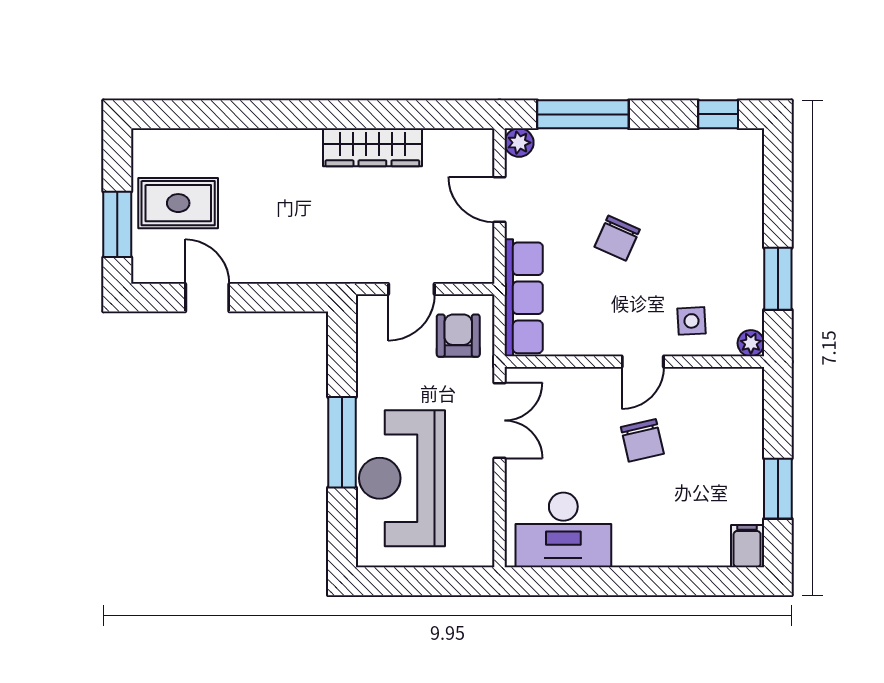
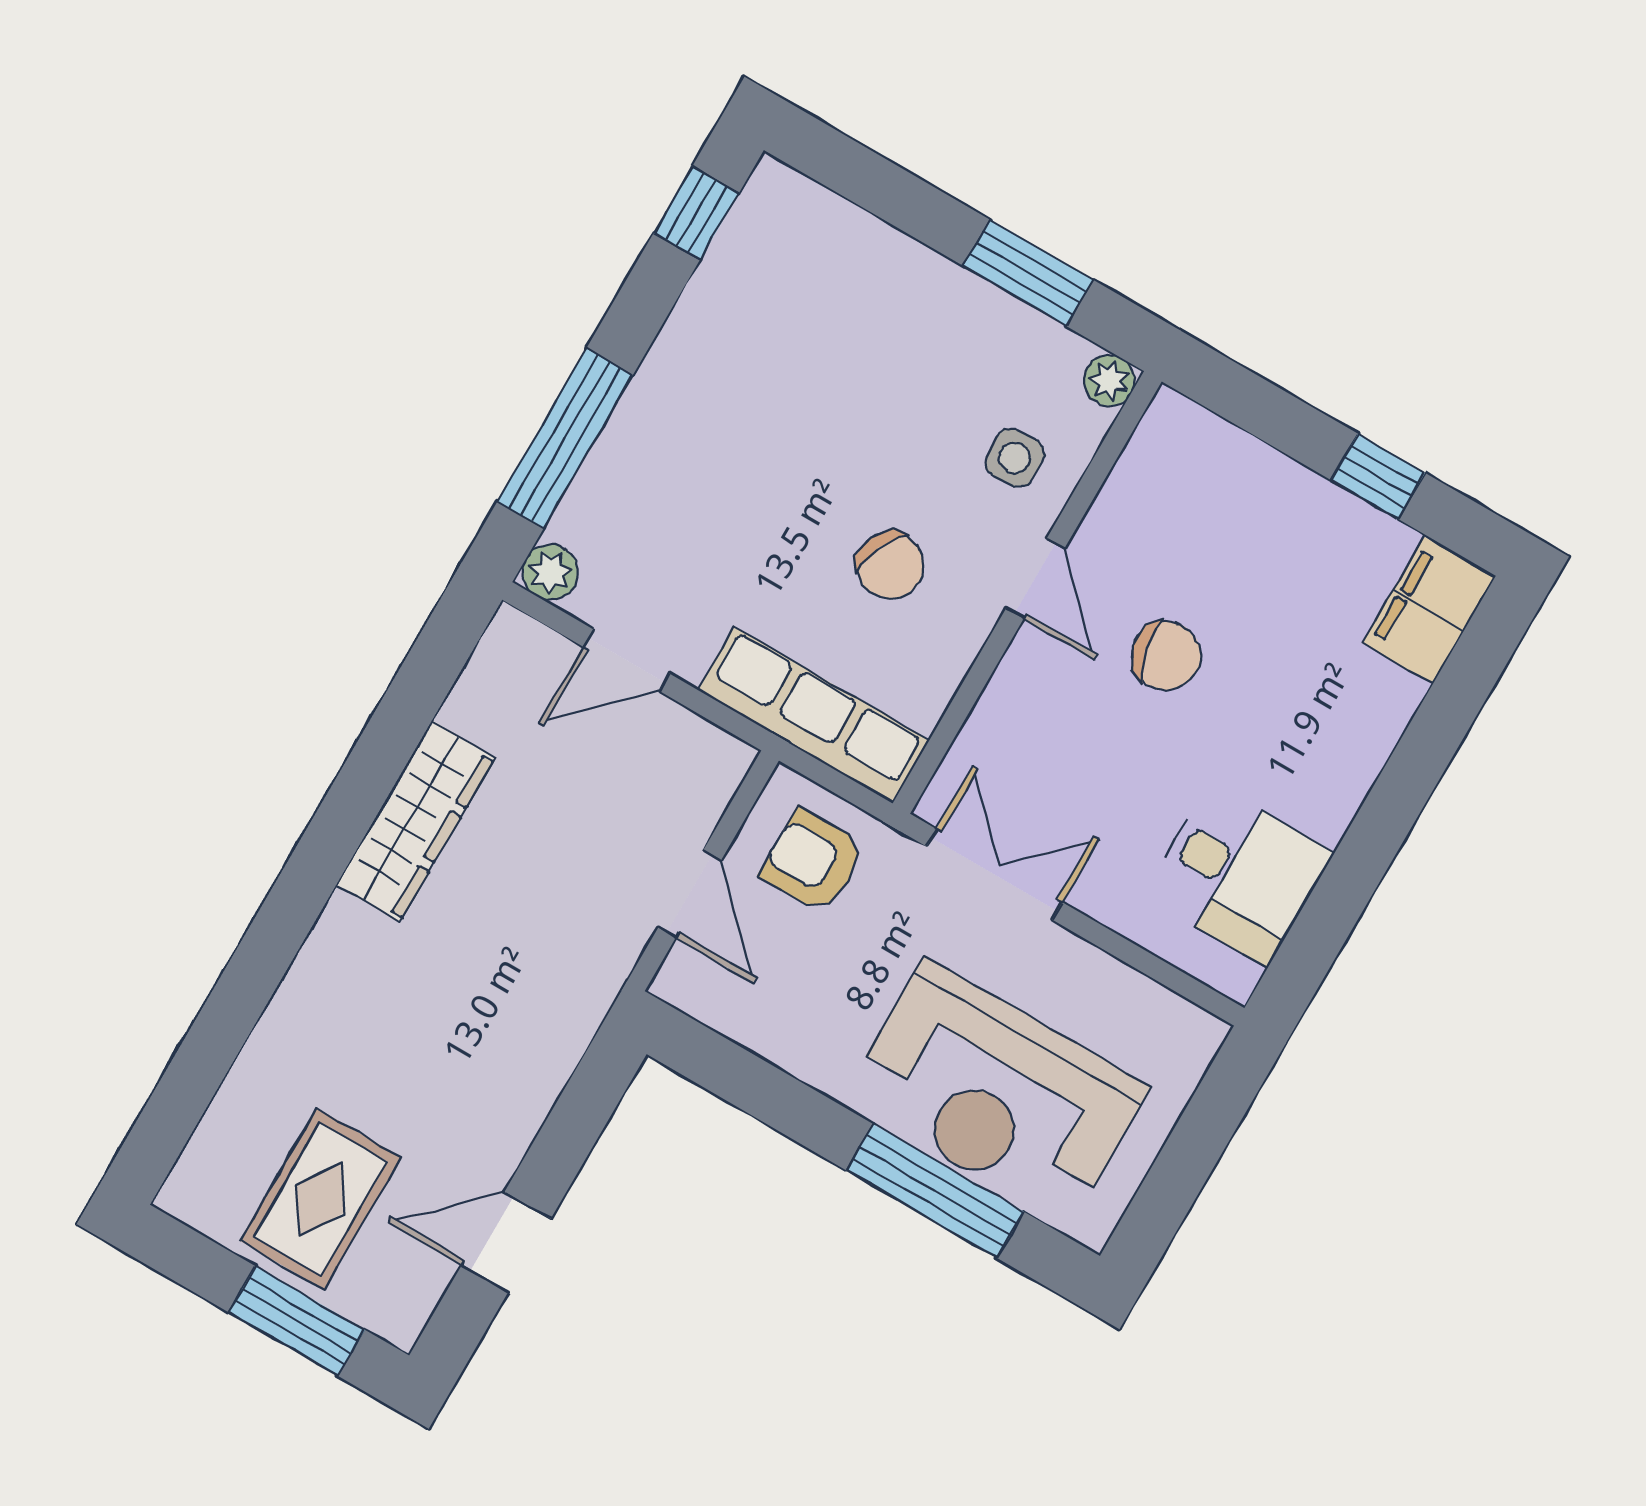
chair: (617, 238) -> (890, 565), moved
window: (342, 442) -> (935, 1191), moved
window: (778, 489) -> (1378, 476), width x0.67
desk: (563, 530) -> (1239, 874), width x0.73
filing cabinet: (747, 546) -> (1428, 610), width x2.00

